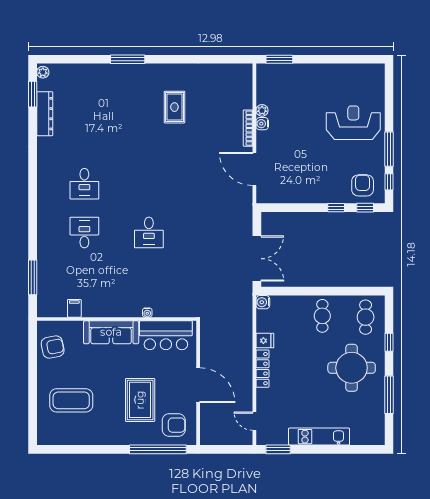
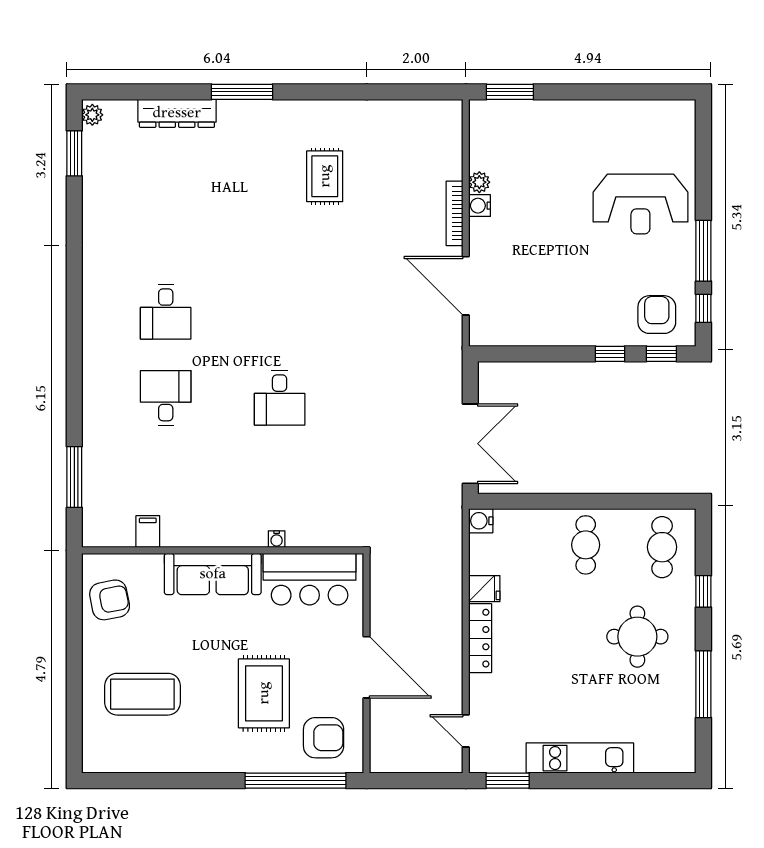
dresser: (45, 114) -> (177, 113), moved, turned 90
reception desk: (353, 123) -> (640, 204), turned 180
round table: (352, 368) -> (637, 637), width x0.73, depth x0.73

